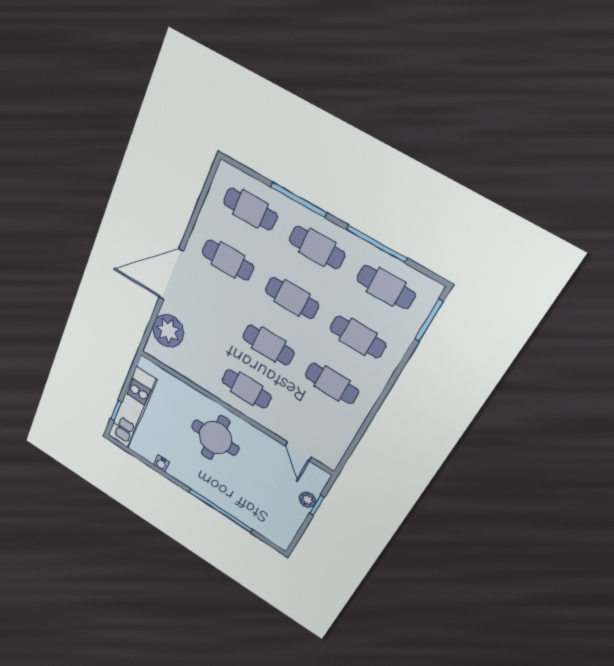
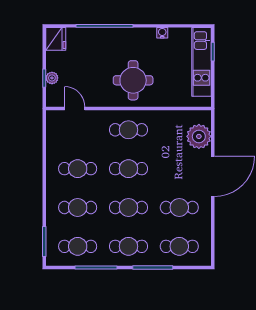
fridge: (281, 534) -> (56, 39), added

